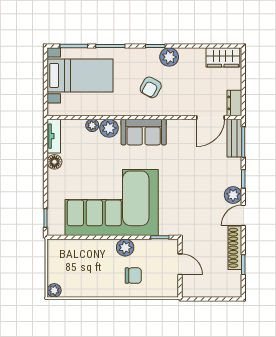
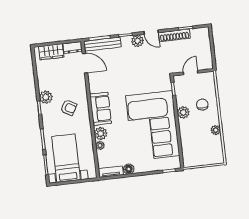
wardrobe: (223, 57) -> (51, 52), moved, turned 90
bench: (234, 138) -> (102, 44), width x1.36
plant: (54, 290) -> (216, 130), moved

